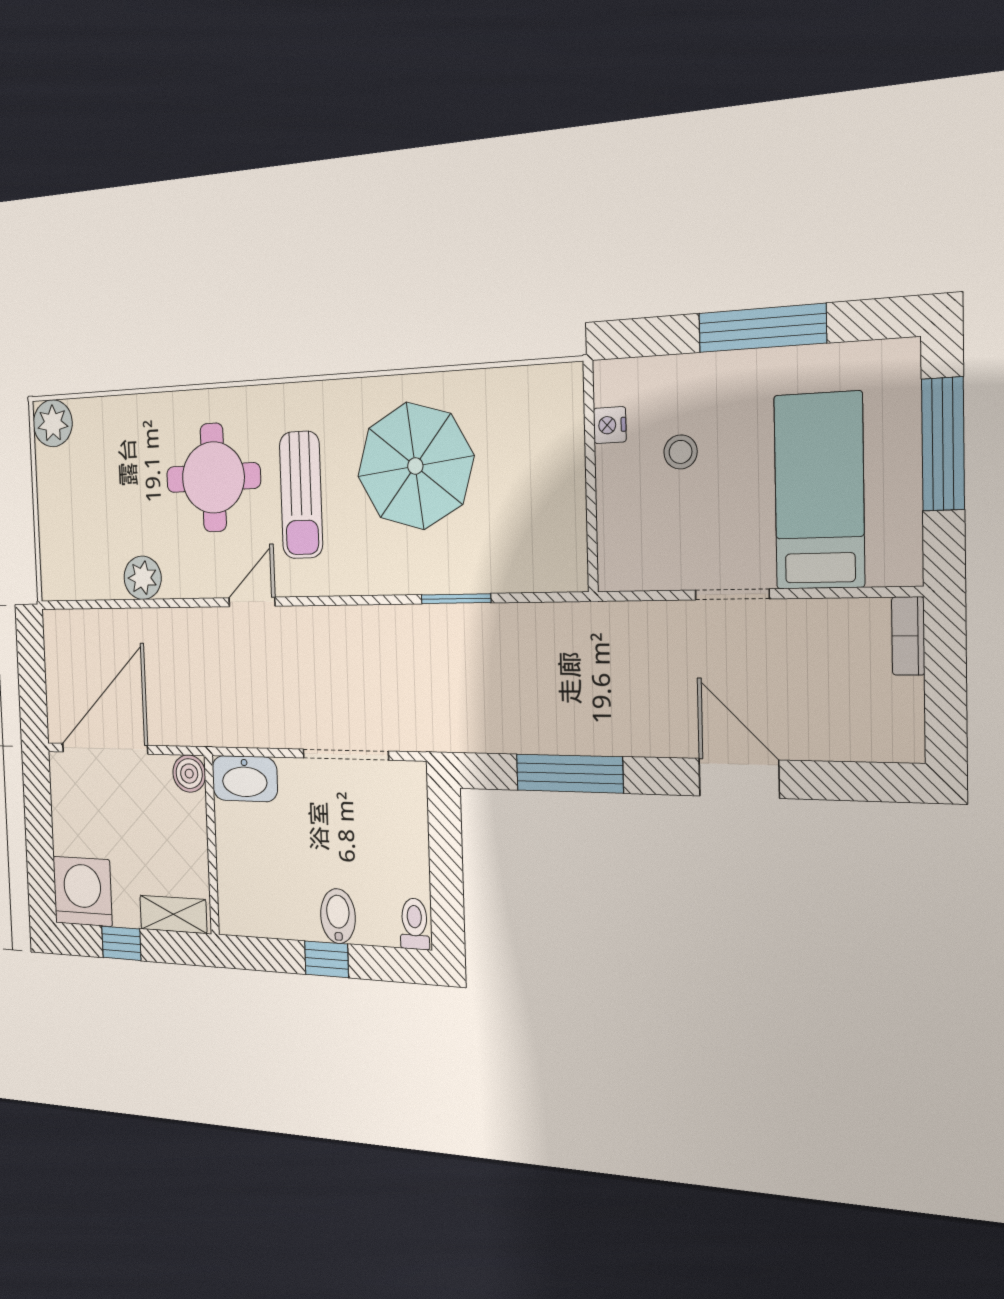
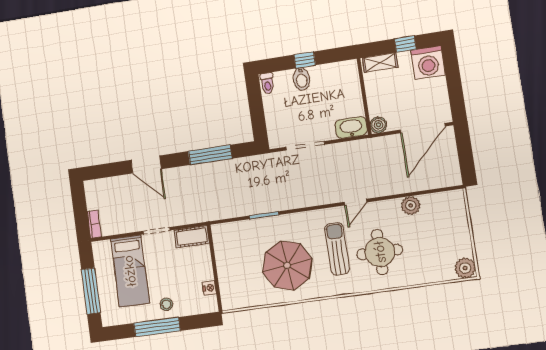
stool: (681, 452) -> (166, 304), moved
cot: (640, 567) -> (192, 237), added

